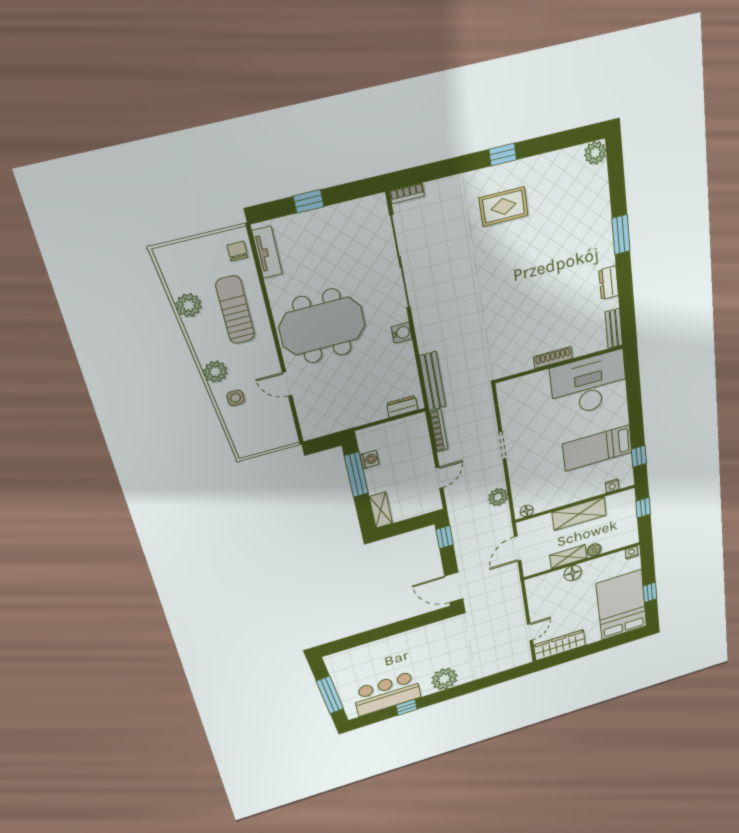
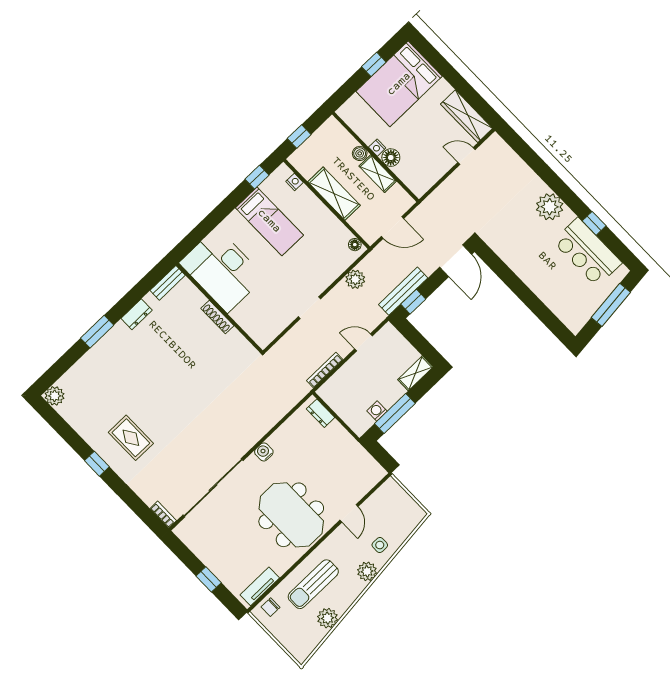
bench: (433, 381) -> (403, 291), moved
nightstand: (632, 553) -> (377, 148), moved

